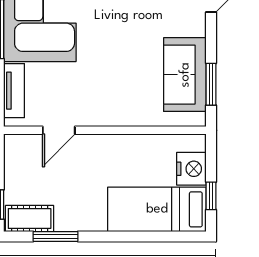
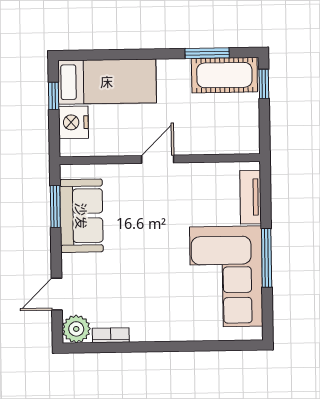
door: (59, 130) -> (158, 159), moved
cot: (30, 218) -> (224, 75), width x1.37, depth x1.34

